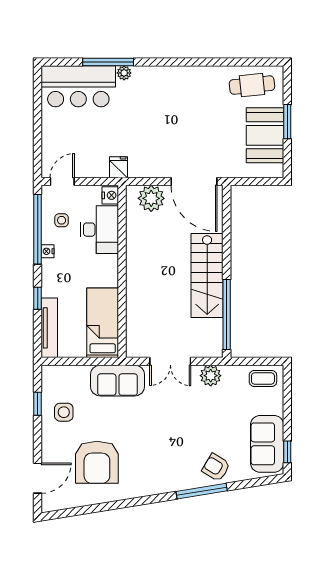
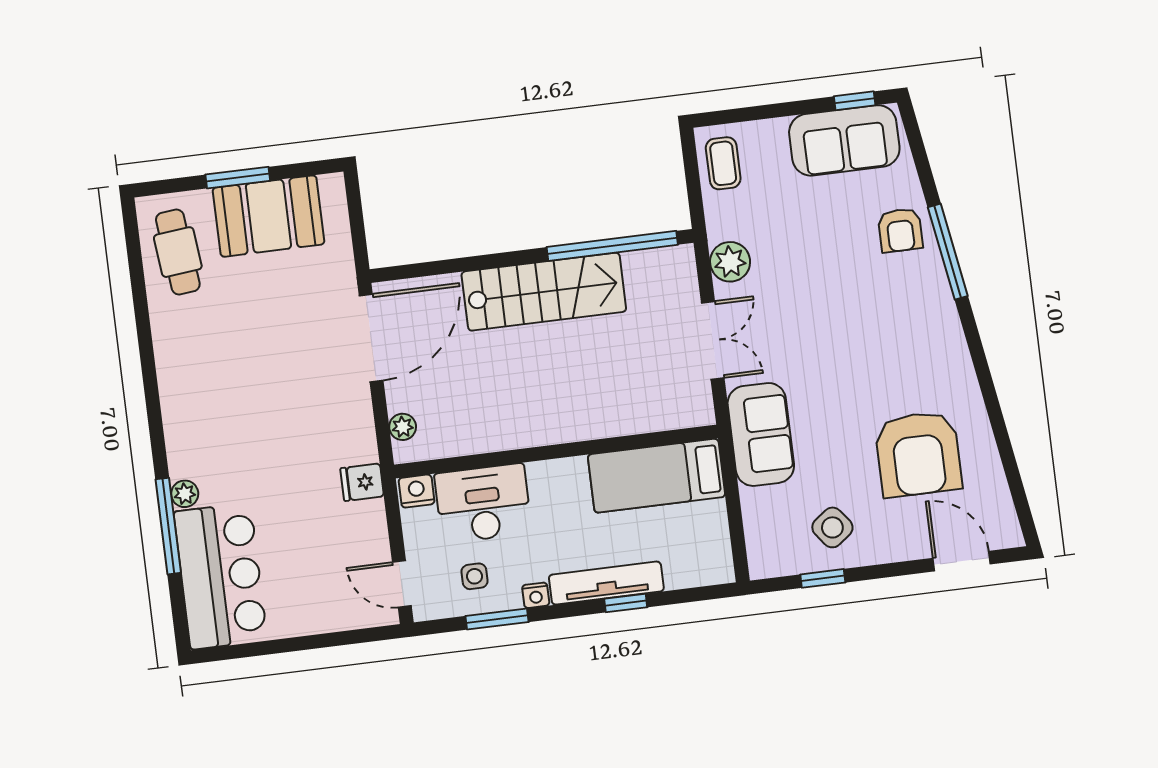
plant: (151, 198) -> (403, 427), width x0.53, depth x0.53
window: (38, 229) -> (497, 619), width x0.47
tv unit: (49, 328) -> (606, 583), moved
side table: (64, 412) -> (832, 527), turned -37
armchair: (97, 462) -> (918, 454), turned 90
armchair: (216, 467) -> (900, 230), turned -31

